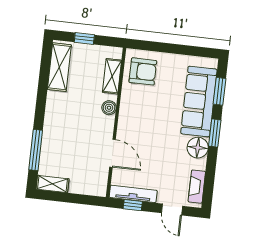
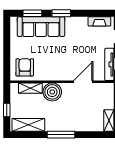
boiler: (109, 108) -> (52, 92), width x1.86, depth x1.86
floor lamp: (198, 148) -> (73, 24), removed
window: (36, 150) -> (61, 135), moved

